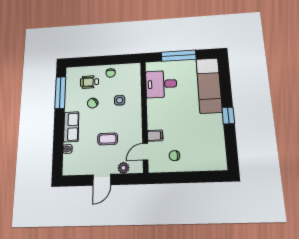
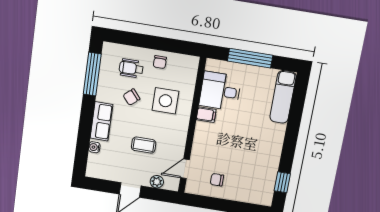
exam couch: (209, 85) -> (283, 97), width x0.73, depth x0.69
side table: (120, 100) -> (165, 101), width x1.87, depth x1.87
window: (228, 116) -> (282, 182), moved
filing cabinet: (155, 136) -> (206, 115), moved

